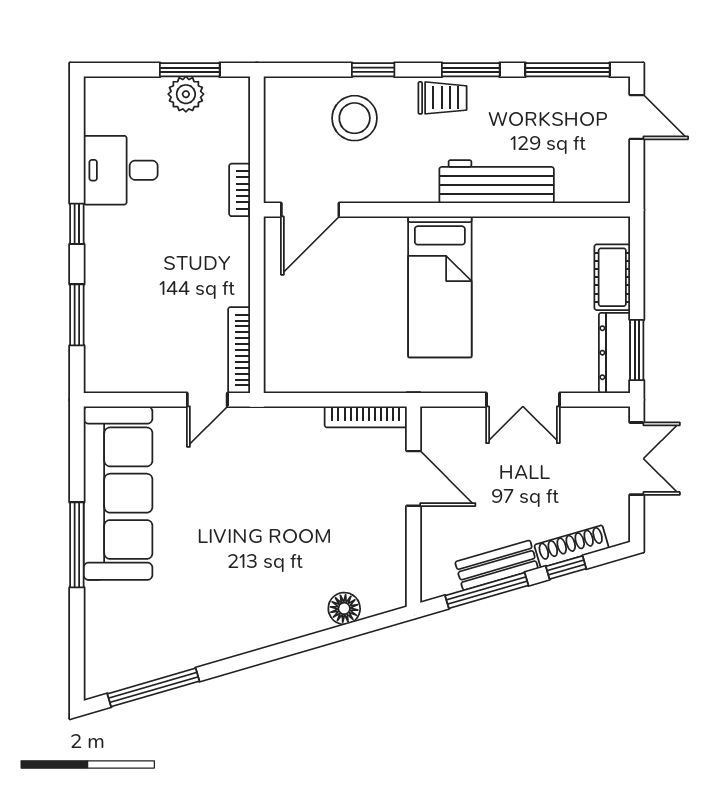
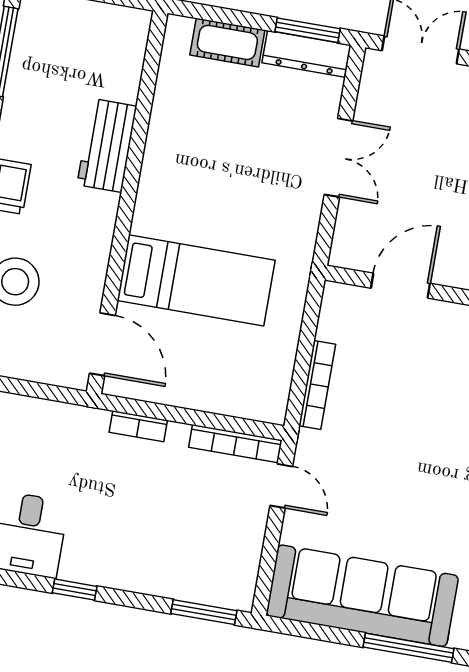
workbench: (497, 182) -> (107, 145), width x0.73
bookcase: (240, 190) -> (138, 426), moved
bed: (440, 287) -> (196, 280), moved
window: (77, 315) -> (204, 612), moved
bookcase: (366, 417) -> (317, 385), moved

